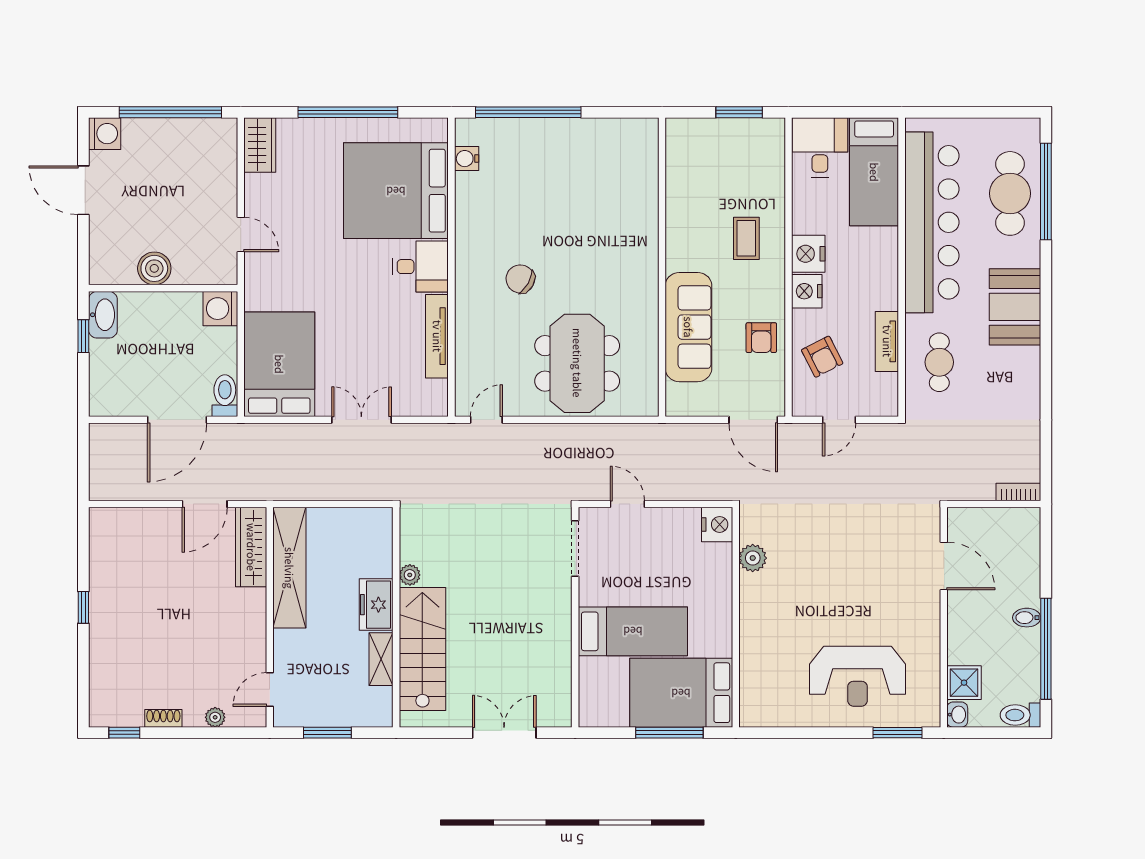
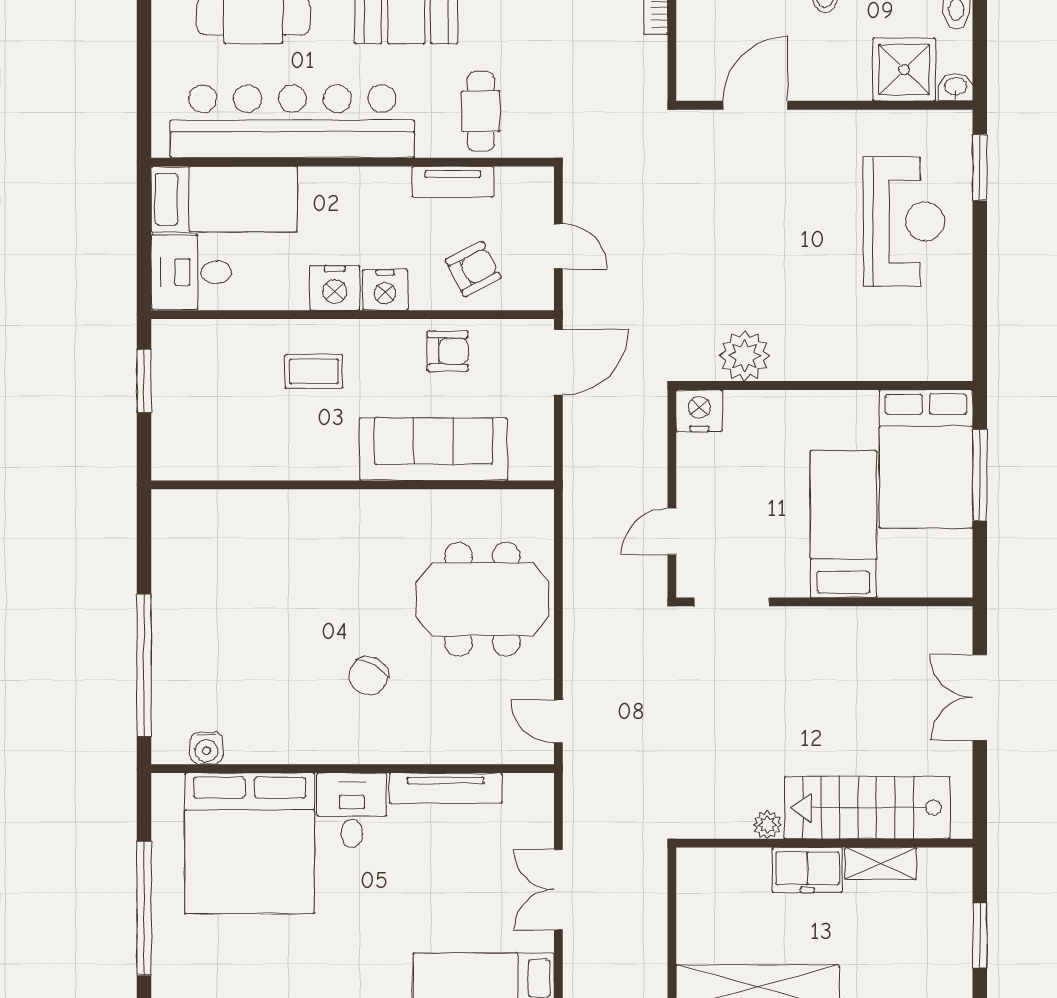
cafe table: (939, 362) -> (481, 111), turned 90
plant: (753, 558) -> (745, 356), width x1.36, depth x1.36
shower: (964, 683) -> (904, 70), width x1.36, depth x1.36

